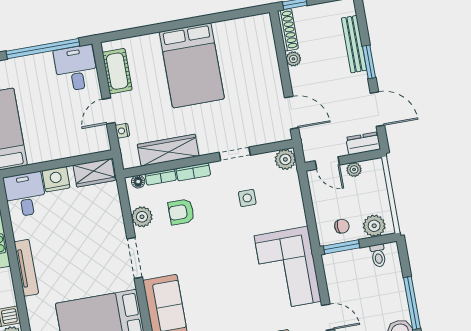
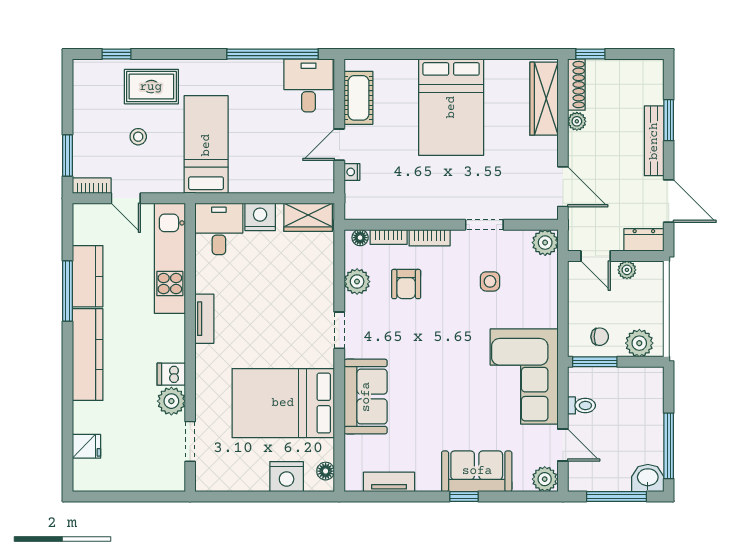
bench: (354, 44) -> (654, 141), moved
window: (369, 62) -> (669, 120), moved
wardrobe: (168, 150) -> (544, 99), moved, turned -90
armchair: (181, 212) -> (406, 284), turned -90
toilet: (378, 256) -> (582, 405), moved, turned -90
doorway: (135, 258) -> (339, 330), width x0.73
tv unit: (26, 268) -> (204, 319), width x0.71

